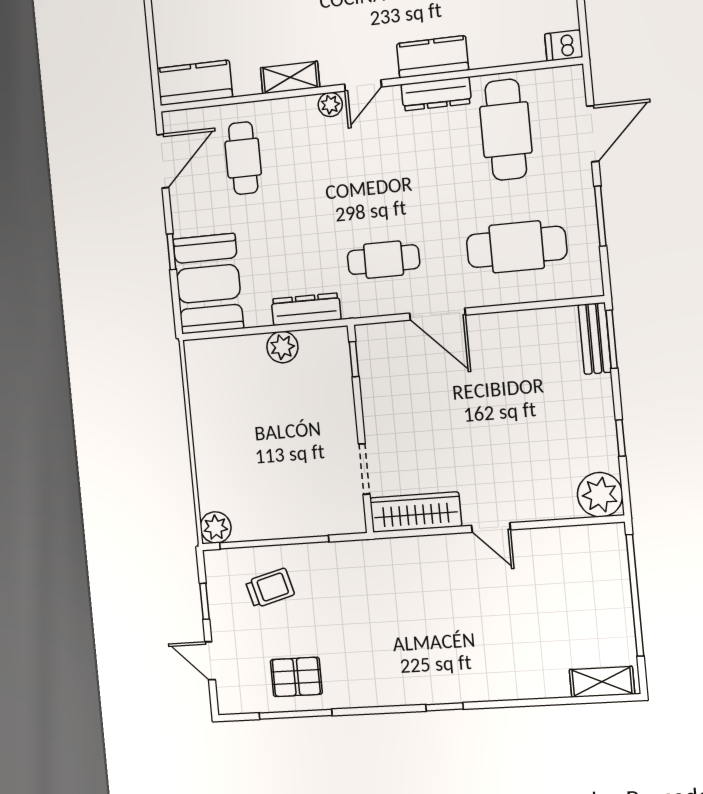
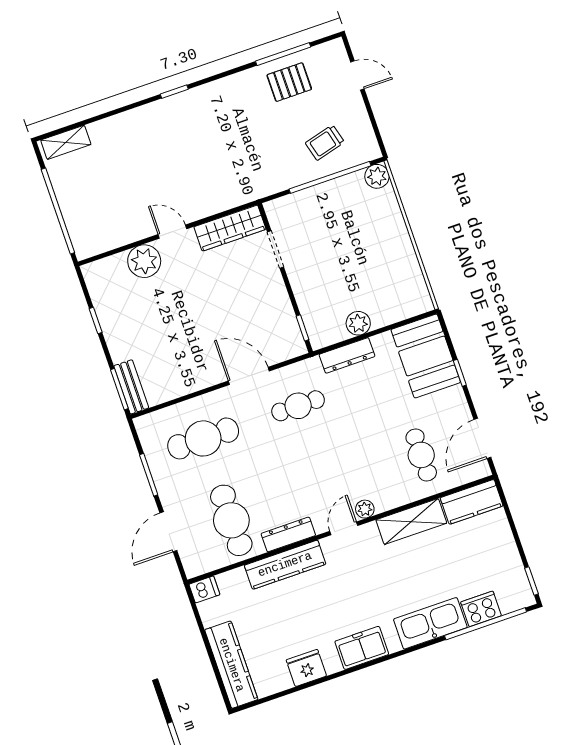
kitchen counter: (433, 57) -> (285, 565), width x1.50
shelving: (290, 77) -> (411, 522), width x1.50, depth x1.33
plant: (600, 495) -> (144, 261), moved
window: (204, 601) -> (372, 119), removed

